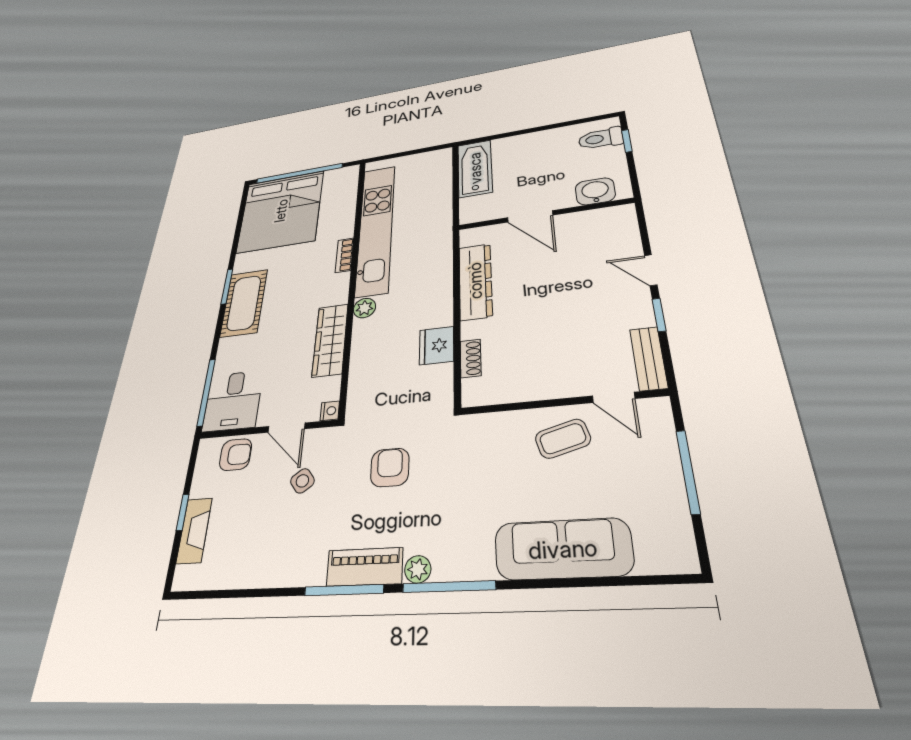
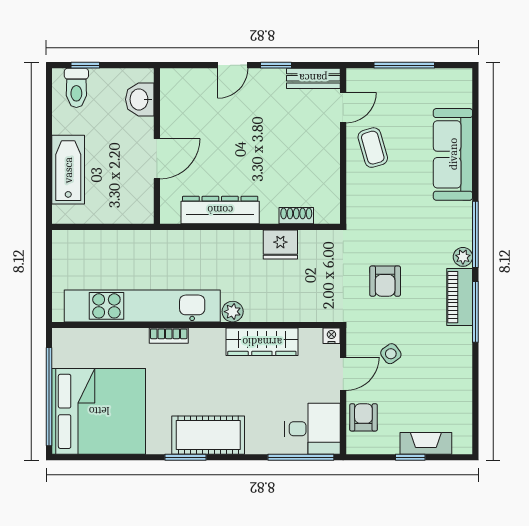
bathtub: (475, 168) -> (68, 170), moved, turned 90
armchair: (390, 467) -> (385, 281), turned -90

